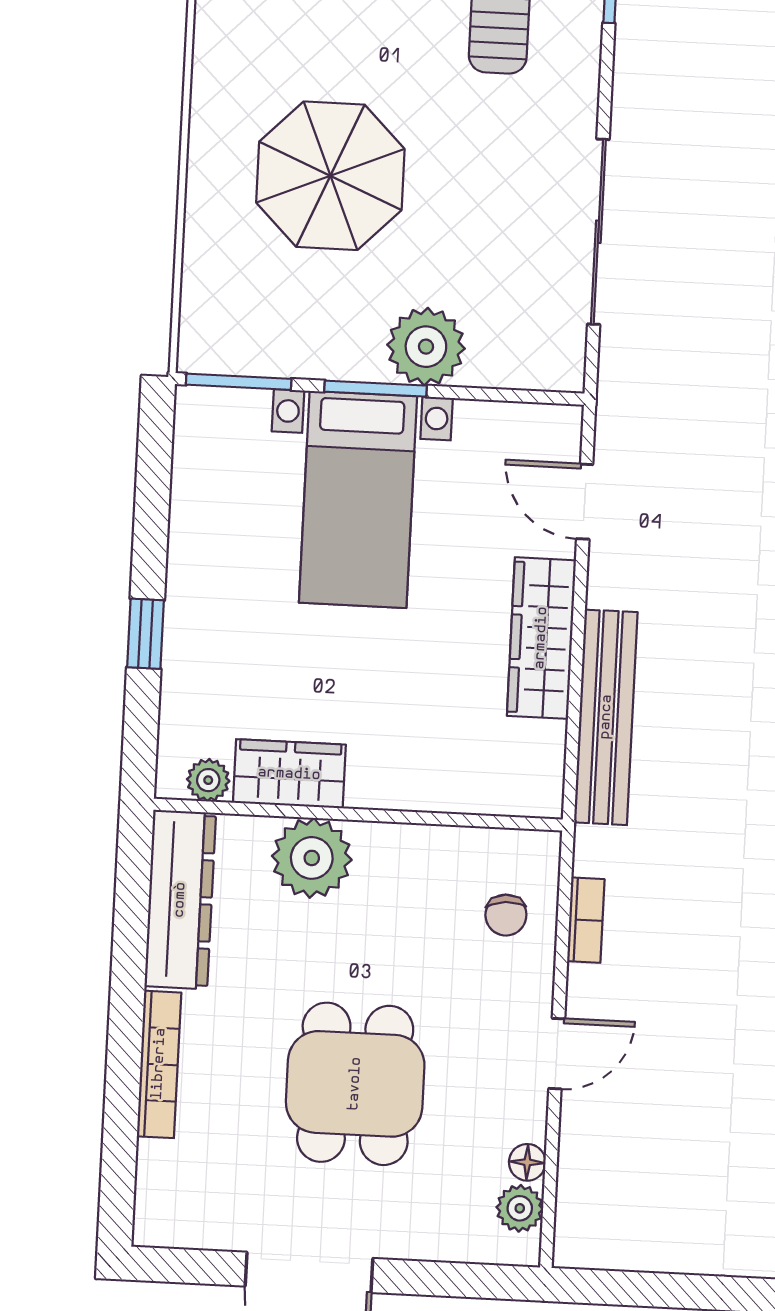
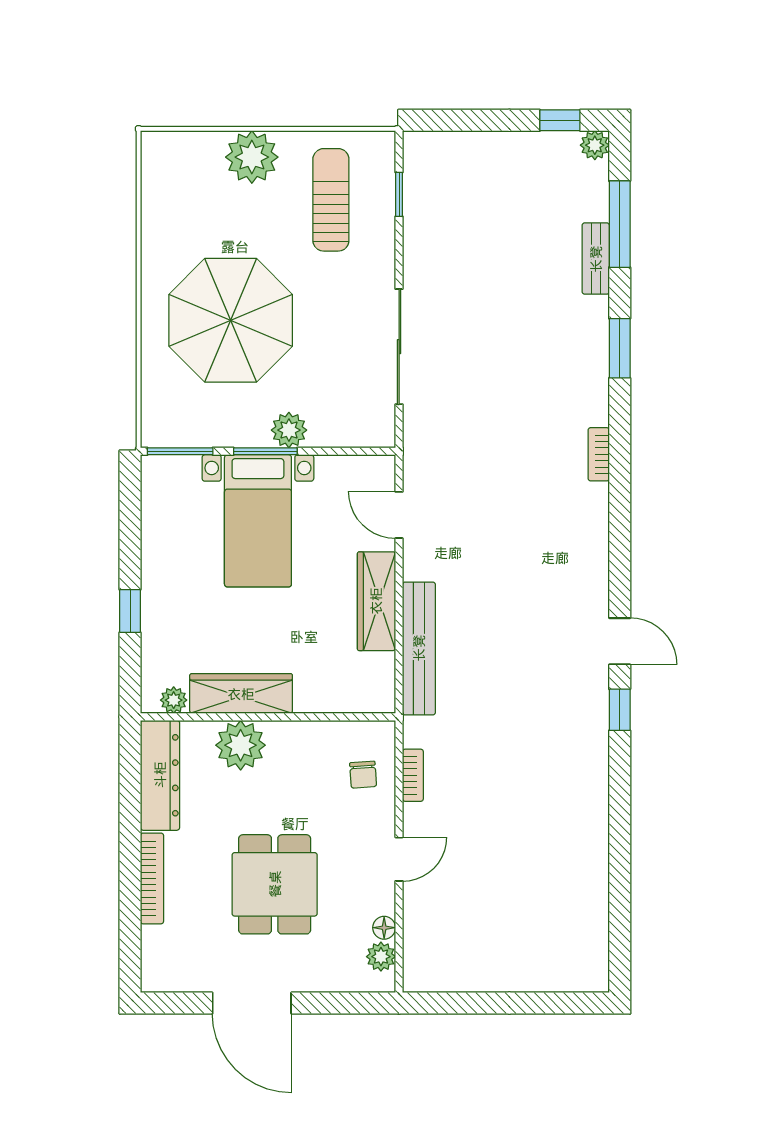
parasol: (330, 176) -> (231, 320), width x1.36, depth x1.36
plant: (426, 347) -> (289, 430), width x0.73, depth x0.73
wardrobe: (289, 774) -> (241, 694), width x1.50

